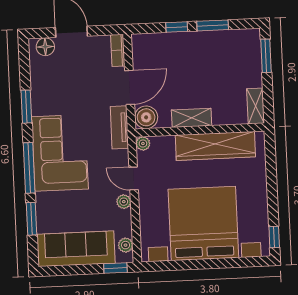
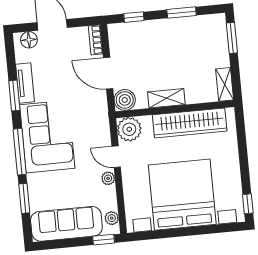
window: (177, 27) -> (134, 17), moved
door: (130, 87) -> (108, 73), swing flipped
tv unit: (119, 127) -> (25, 83), moved, turned 180
plant: (143, 143) -> (129, 129), width x1.87, depth x1.87

